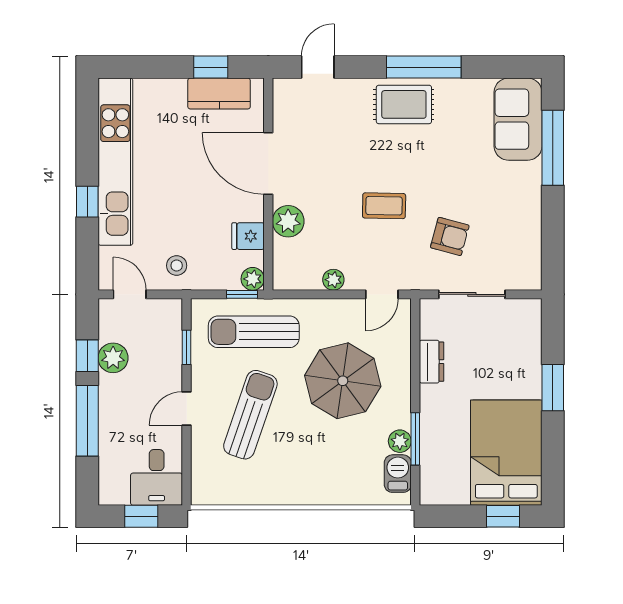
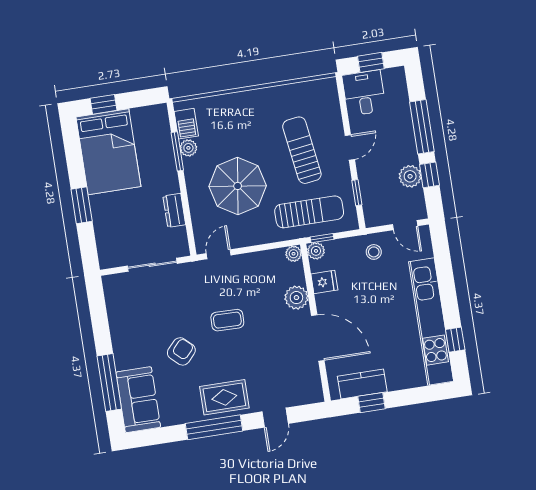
door: (318, 67) -> (275, 418), moved
window: (87, 202) -> (455, 340), moved
armchair: (450, 236) -> (181, 351), moved, turned 118
plant: (333, 280) -> (294, 254), moved
sun lounger: (250, 415) -> (302, 150), turned 153

